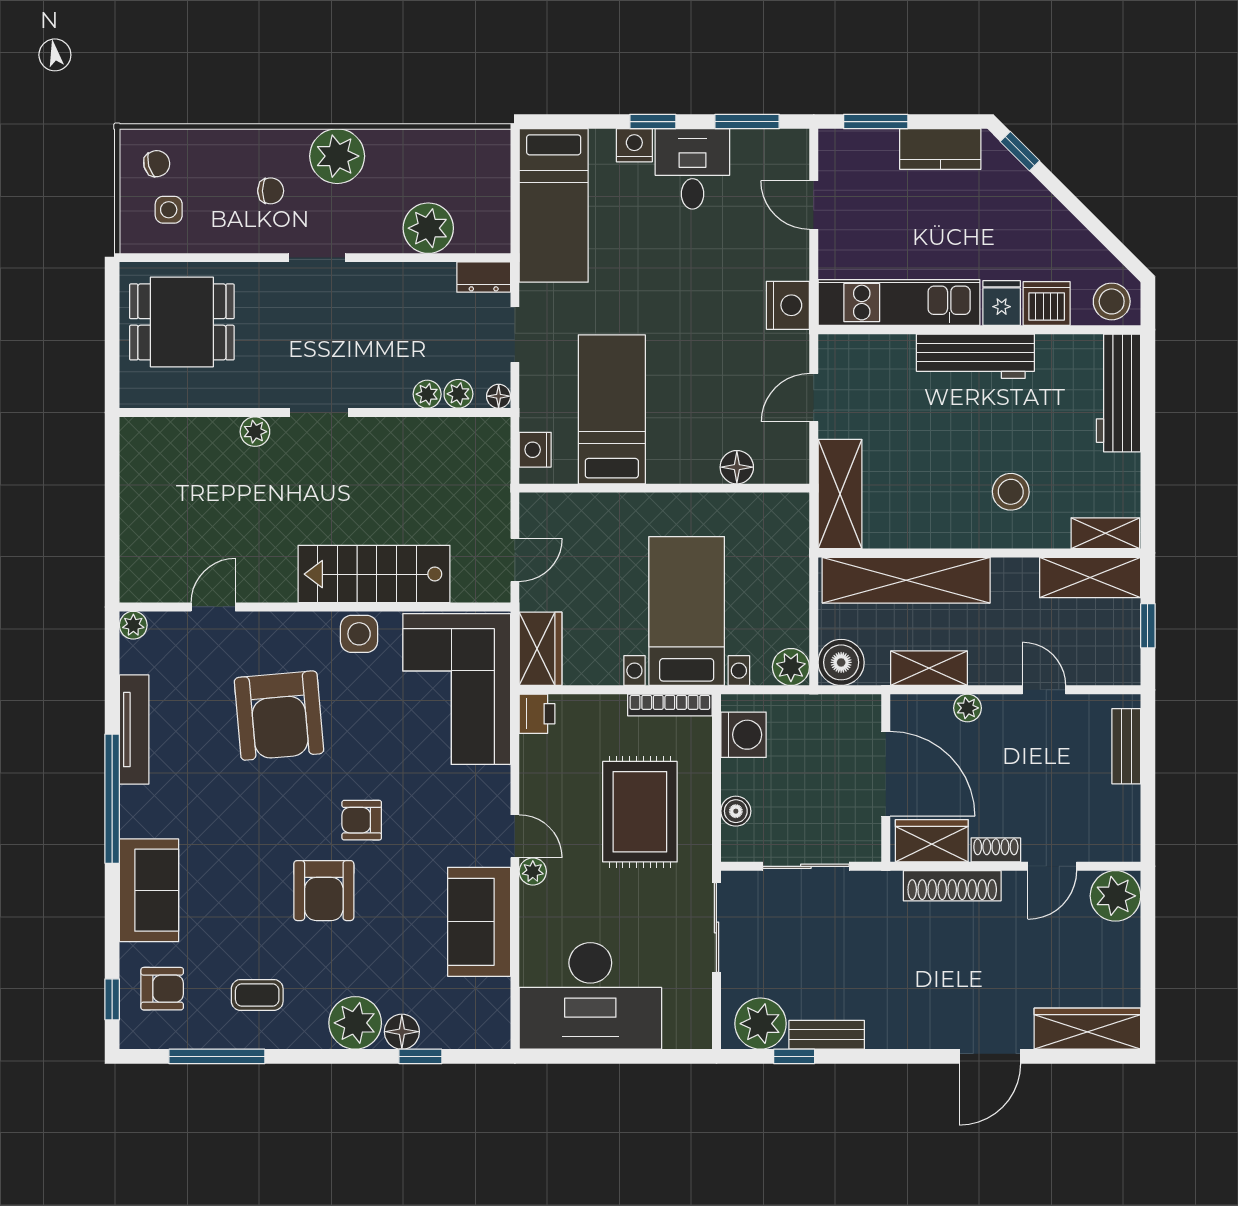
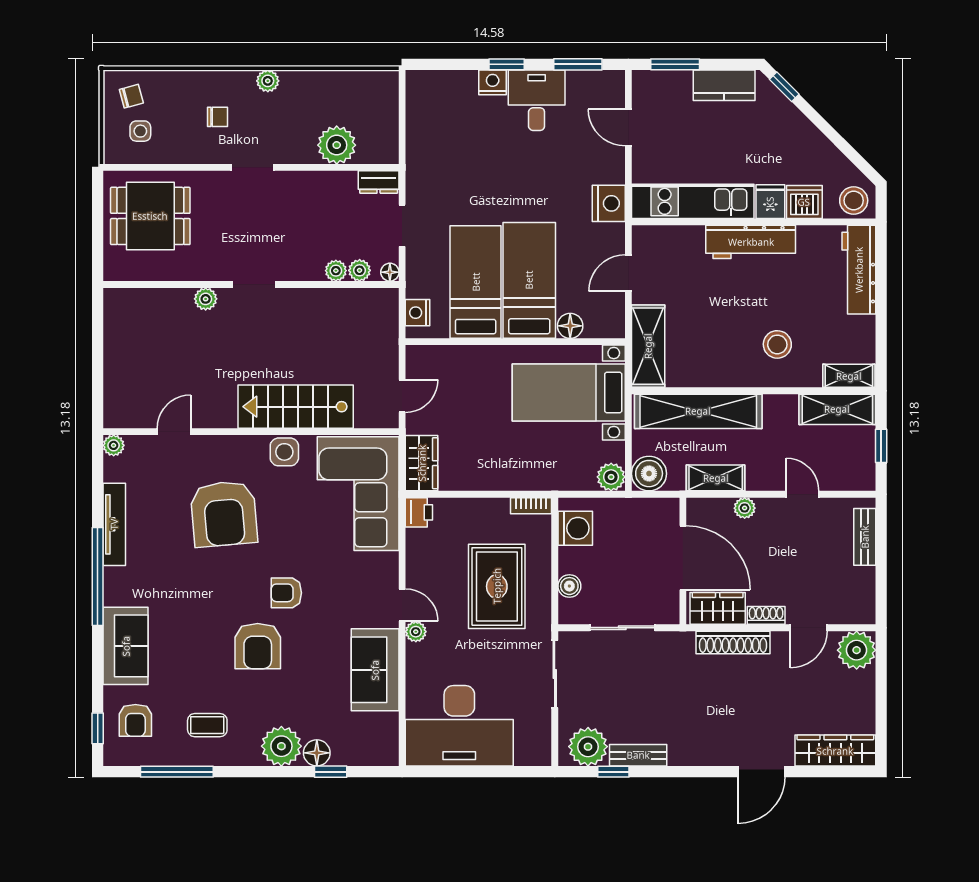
plant: (337, 156) -> (268, 81), width x0.53, depth x0.53
bed: (554, 205) -> (529, 280), moved, turned 180
bed with nightstands: (687, 611) -> (569, 393), moved, turned -90
bookcase: (670, 705) -> (531, 506), width x0.64
armchair: (162, 989) -> (135, 720), turned 90

